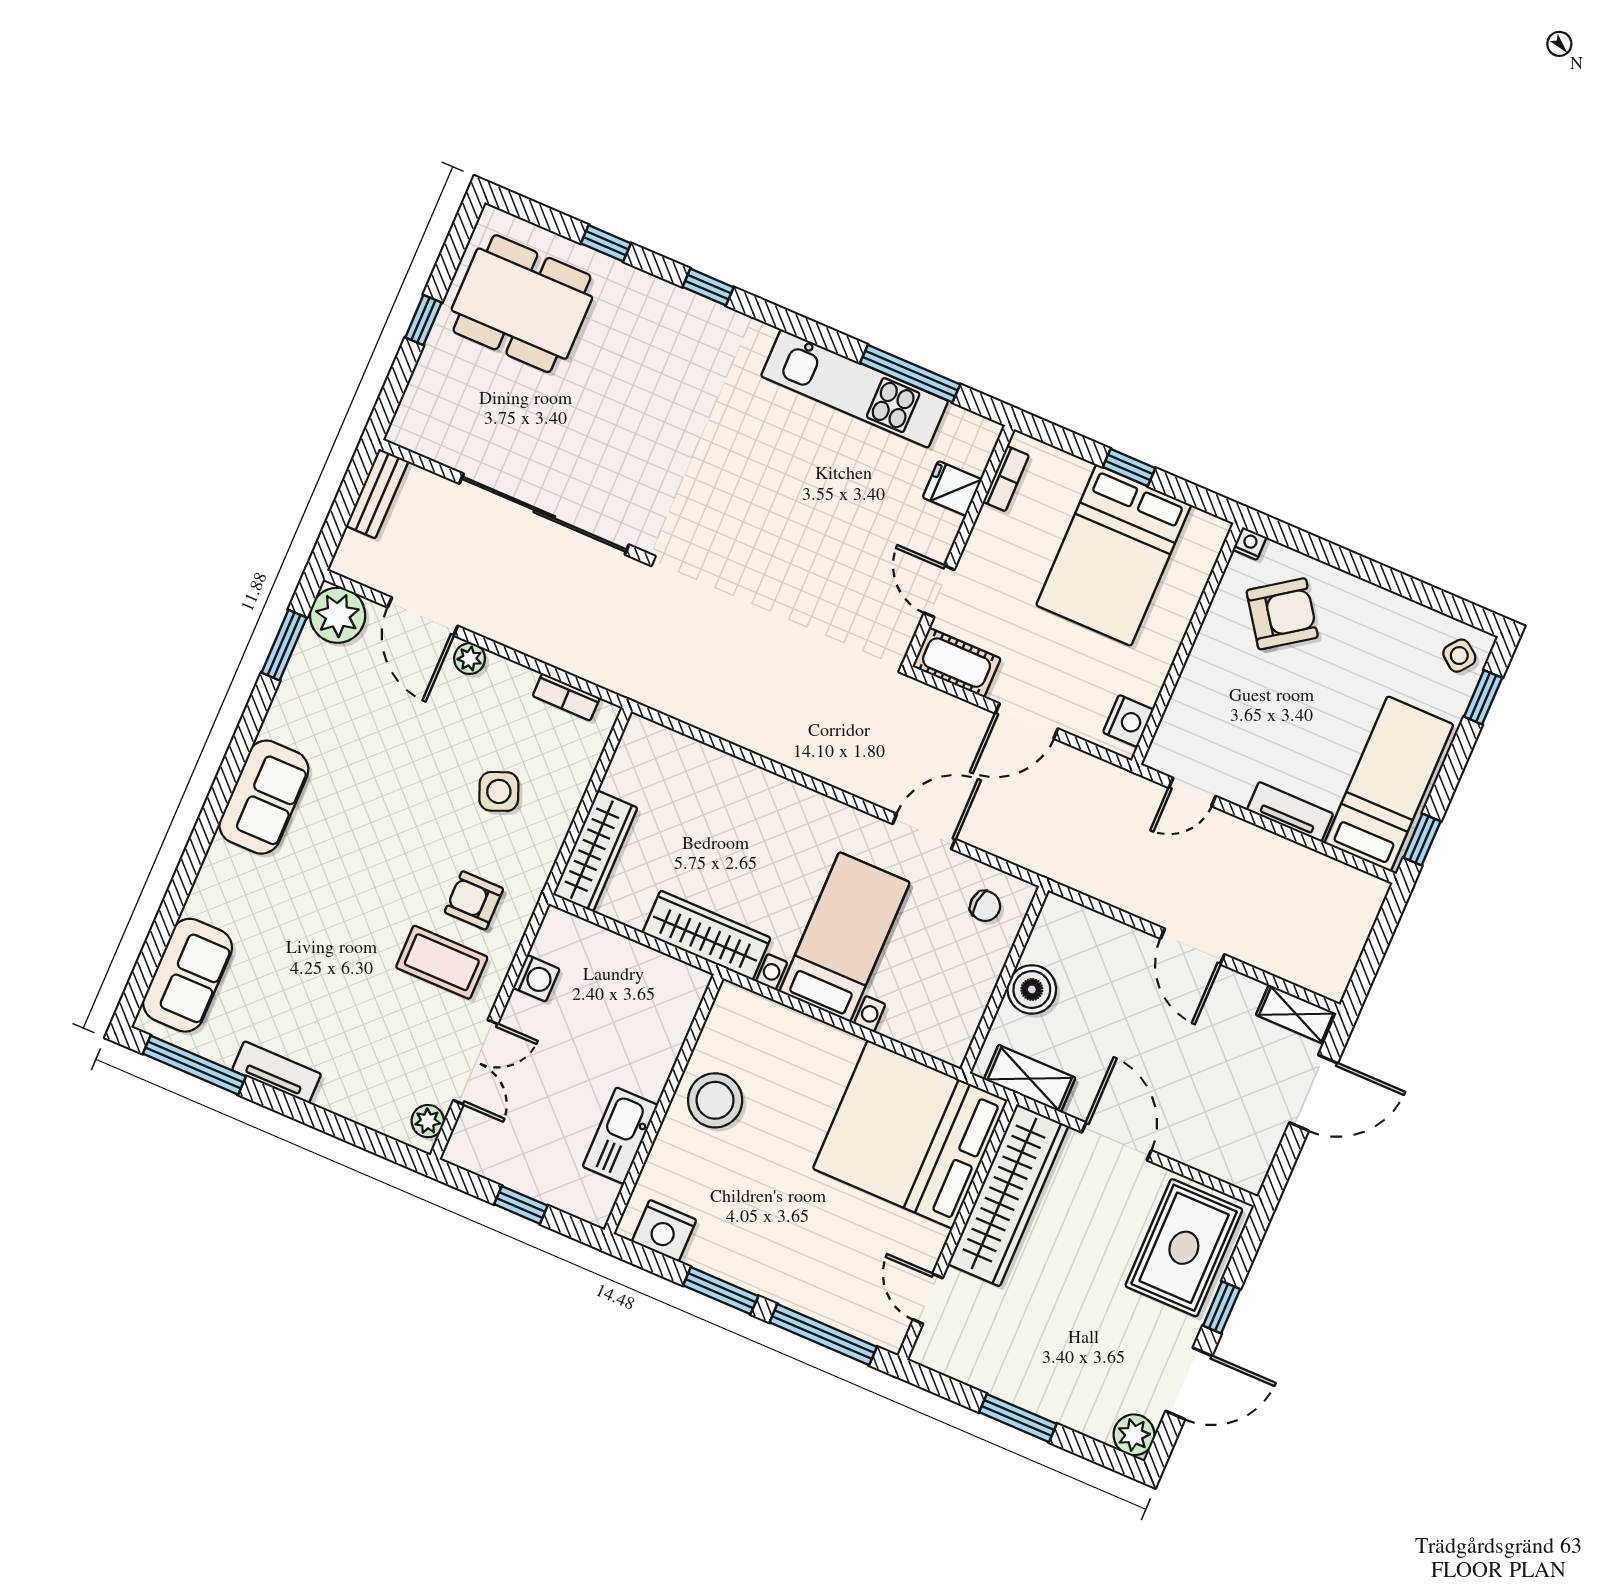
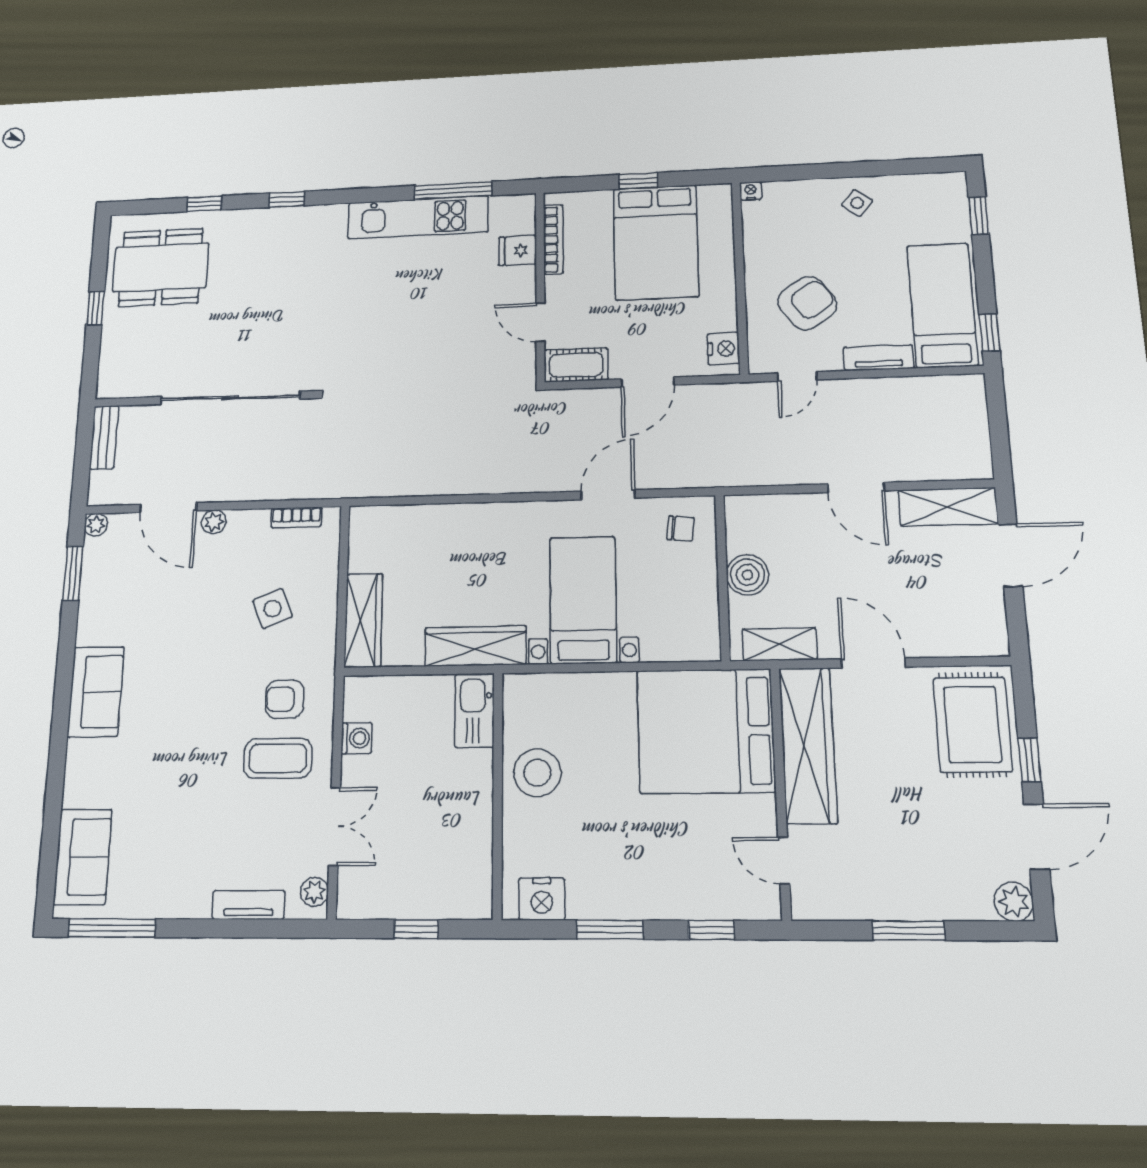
bookcase: (1006, 479) -> (553, 239), width x1.56
armchair: (1282, 614) -> (807, 303), moved
plant: (338, 615) -> (96, 525), width x0.53, depth x0.53
side table: (1459, 656) -> (857, 203), moved
shelving: (1296, 1014) -> (948, 507), width x1.50, depth x1.33
tv unit: (277, 1072) -> (249, 905), moved
kitchen sink: (620, 1136) -> (475, 710), moved
window: (823, 1335) -> (711, 930), width x0.46

